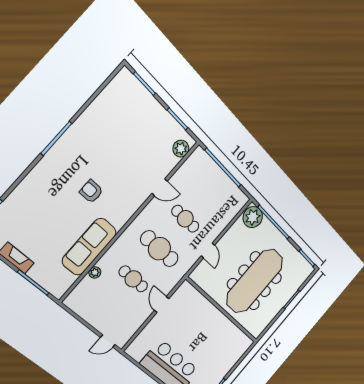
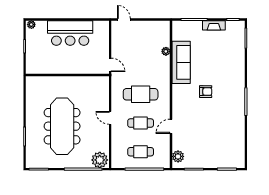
cafe table: (133, 279) -> (141, 152), moved
wall: (222, 310) -> (67, 75), moved
door: (108, 341) -> (124, 19), hinge flipped

